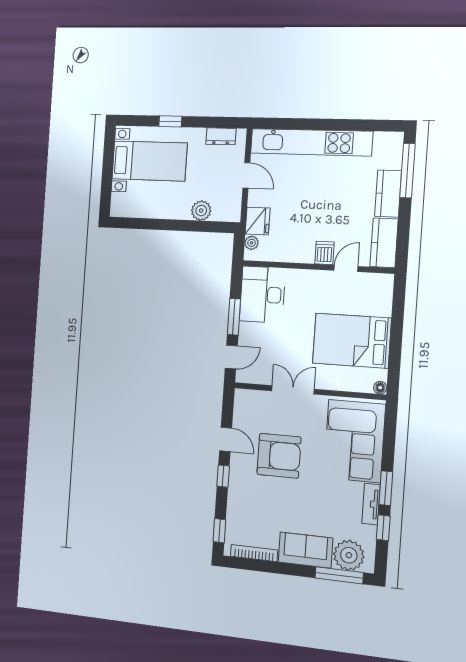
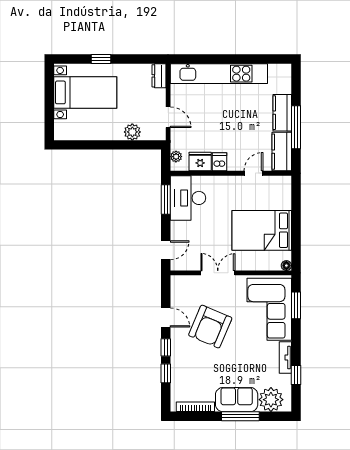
dresser: (221, 136) -> (159, 76), moved, turned 90
window: (407, 171) -> (296, 127), moved
door: (246, 175) -> (168, 117), moved
fridge: (258, 221) -> (200, 161), moved, turned -90
dishwasher: (324, 253) -> (219, 162), moved
window: (234, 317) -> (166, 200), moved
armchair: (279, 456) -> (210, 327), turned 113
window: (386, 488) -> (296, 305), moved
window: (219, 531) -> (166, 373), moved
window: (339, 575) -> (240, 416), moved

